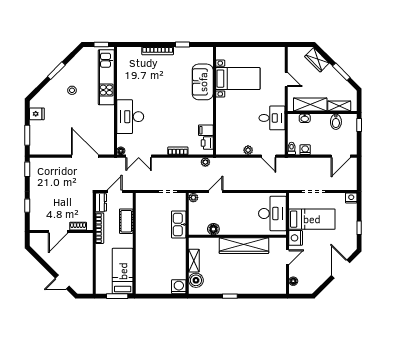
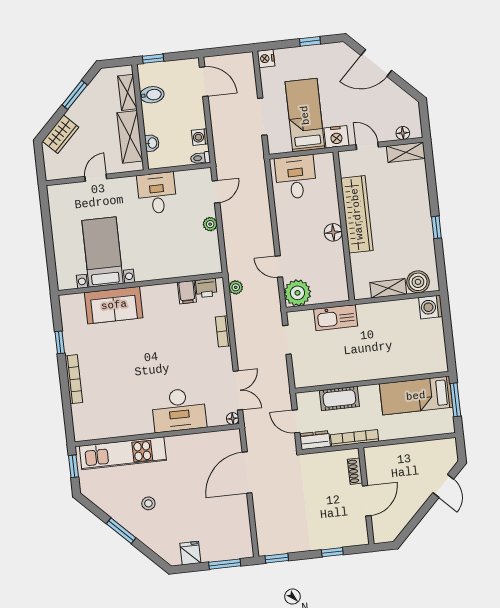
plant: (193, 198) -> (297, 293), width x1.87, depth x1.87
desk: (272, 214) -> (296, 177), width x0.73
floor lamp: (213, 229) -> (333, 232), moved
door: (58, 232) -> (367, 501), hinge flipped
shelving: (281, 282) -> (406, 152), added

